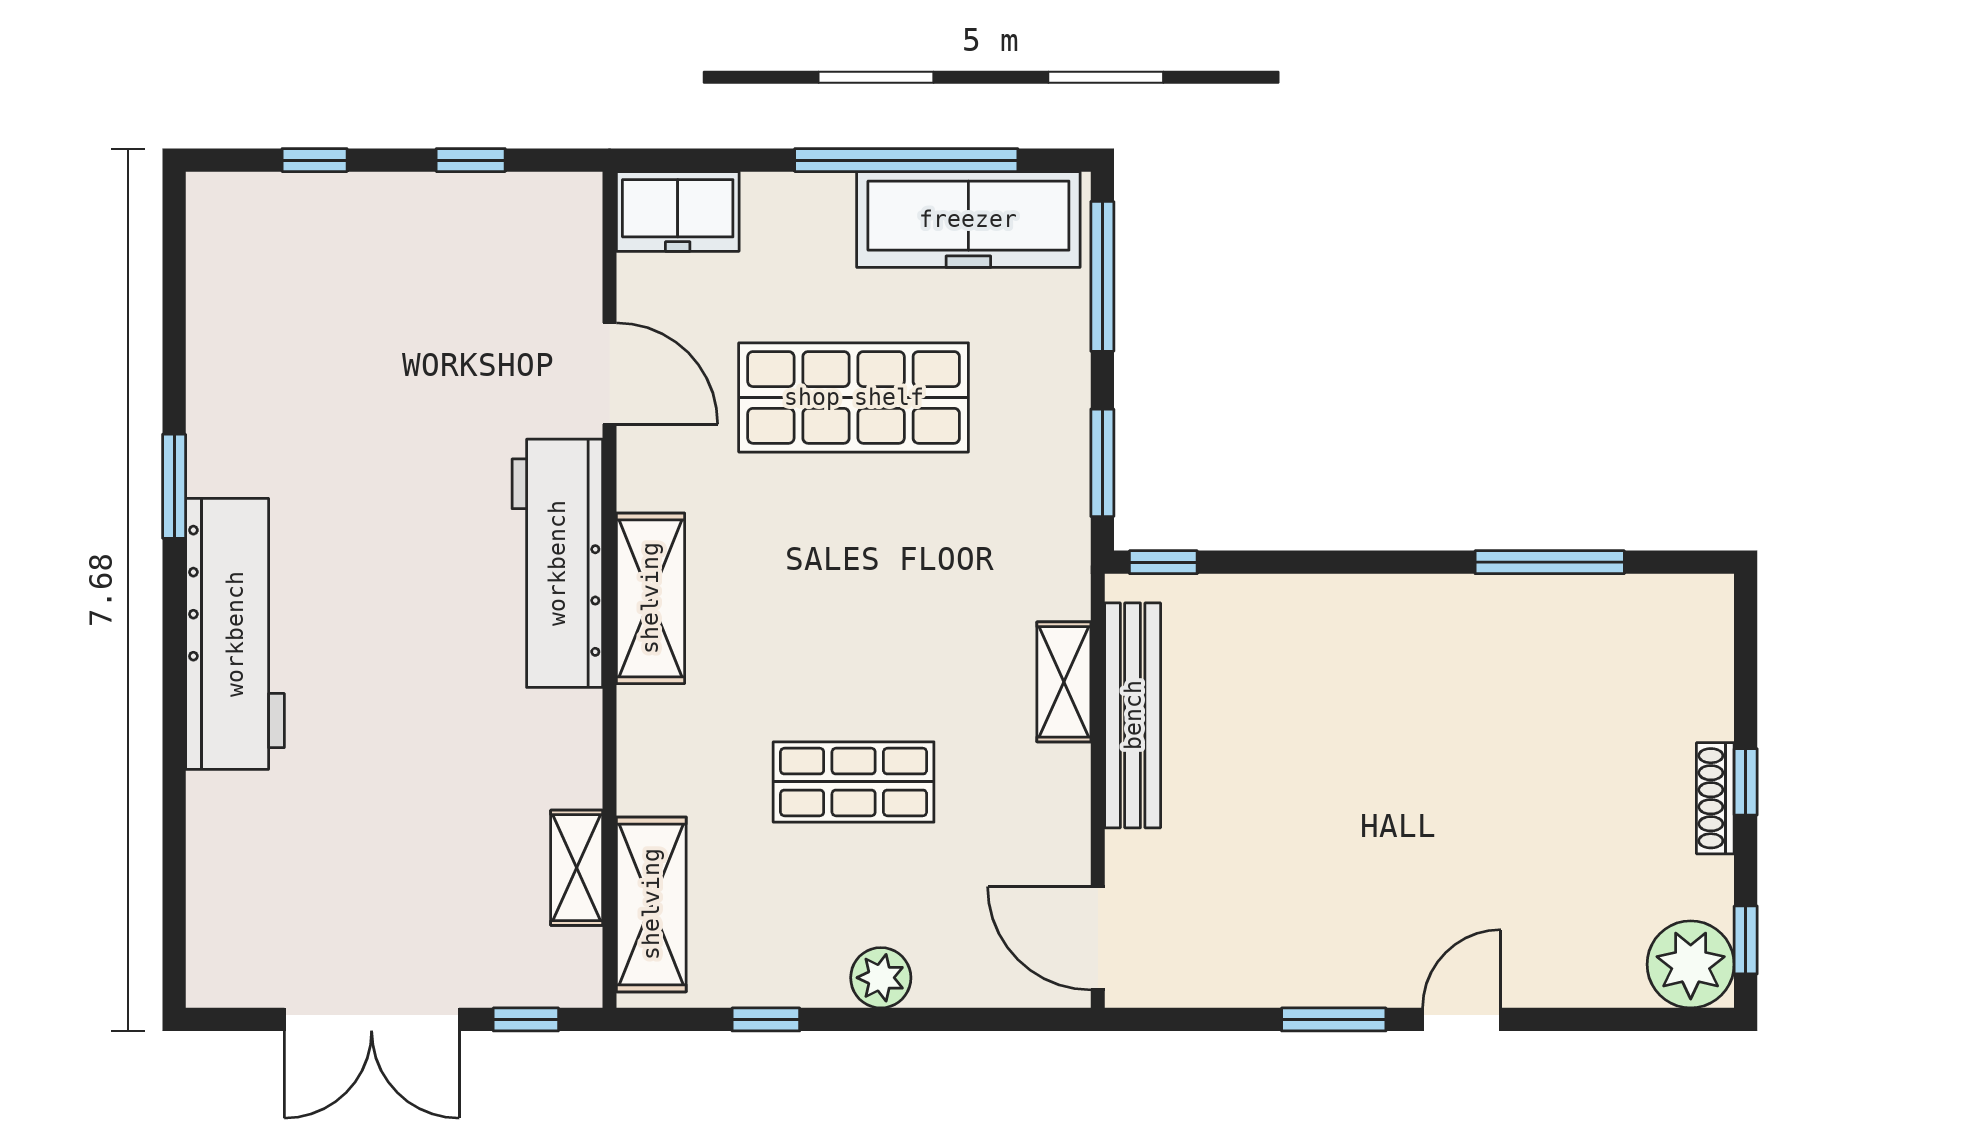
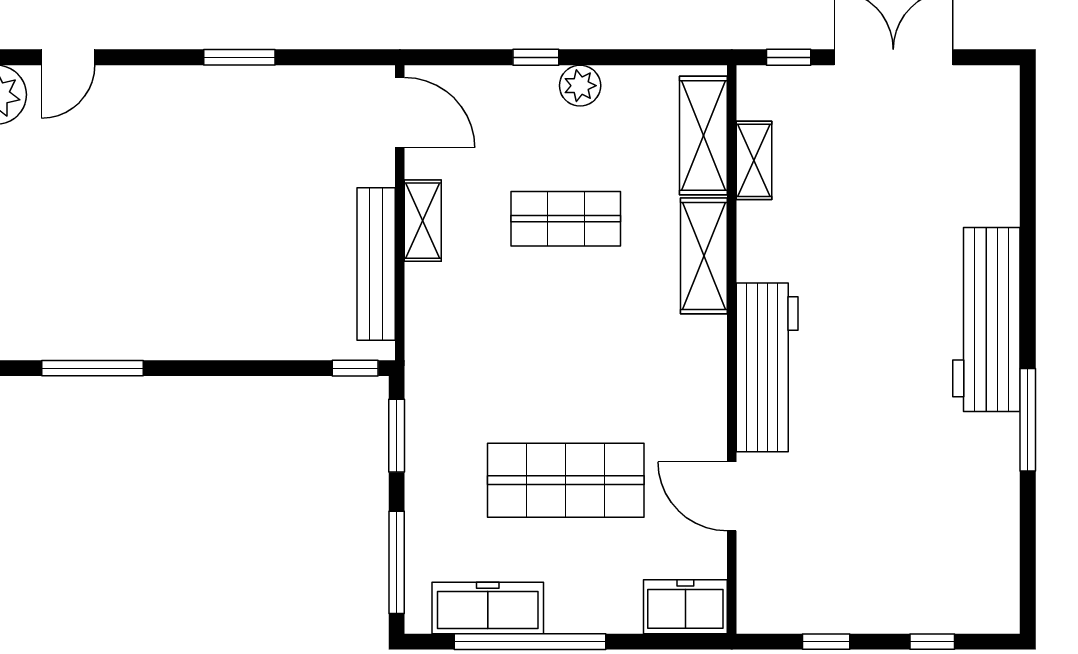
freezer: (968, 219) -> (488, 608), width x0.73, depth x0.79
window: (174, 486) -> (1028, 420), width x1.44
shelving: (650, 598) -> (704, 256), moved
shelving: (1064, 682) -> (423, 221), moved
plant: (881, 978) -> (580, 86), moved
window: (766, 1019) -> (536, 57), moved
door: (1462, 1019) -> (68, 57), moved

